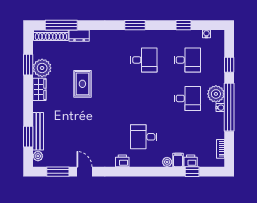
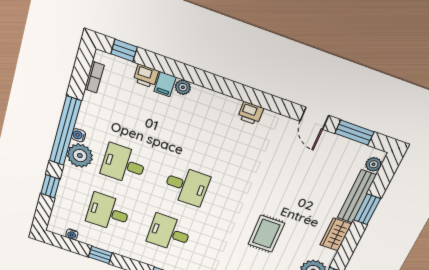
wardrobe: (39, 89) -> (336, 234), moved
window: (28, 137) -> (367, 209), moved
desk: (144, 137) -> (187, 186), moved
window: (192, 172) -> (124, 50), moved

